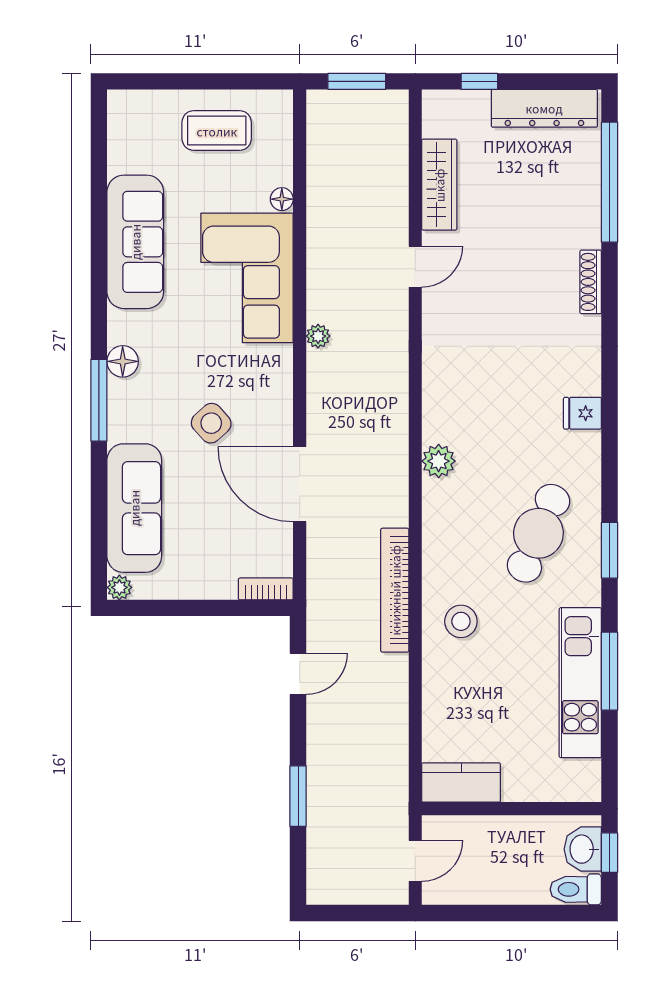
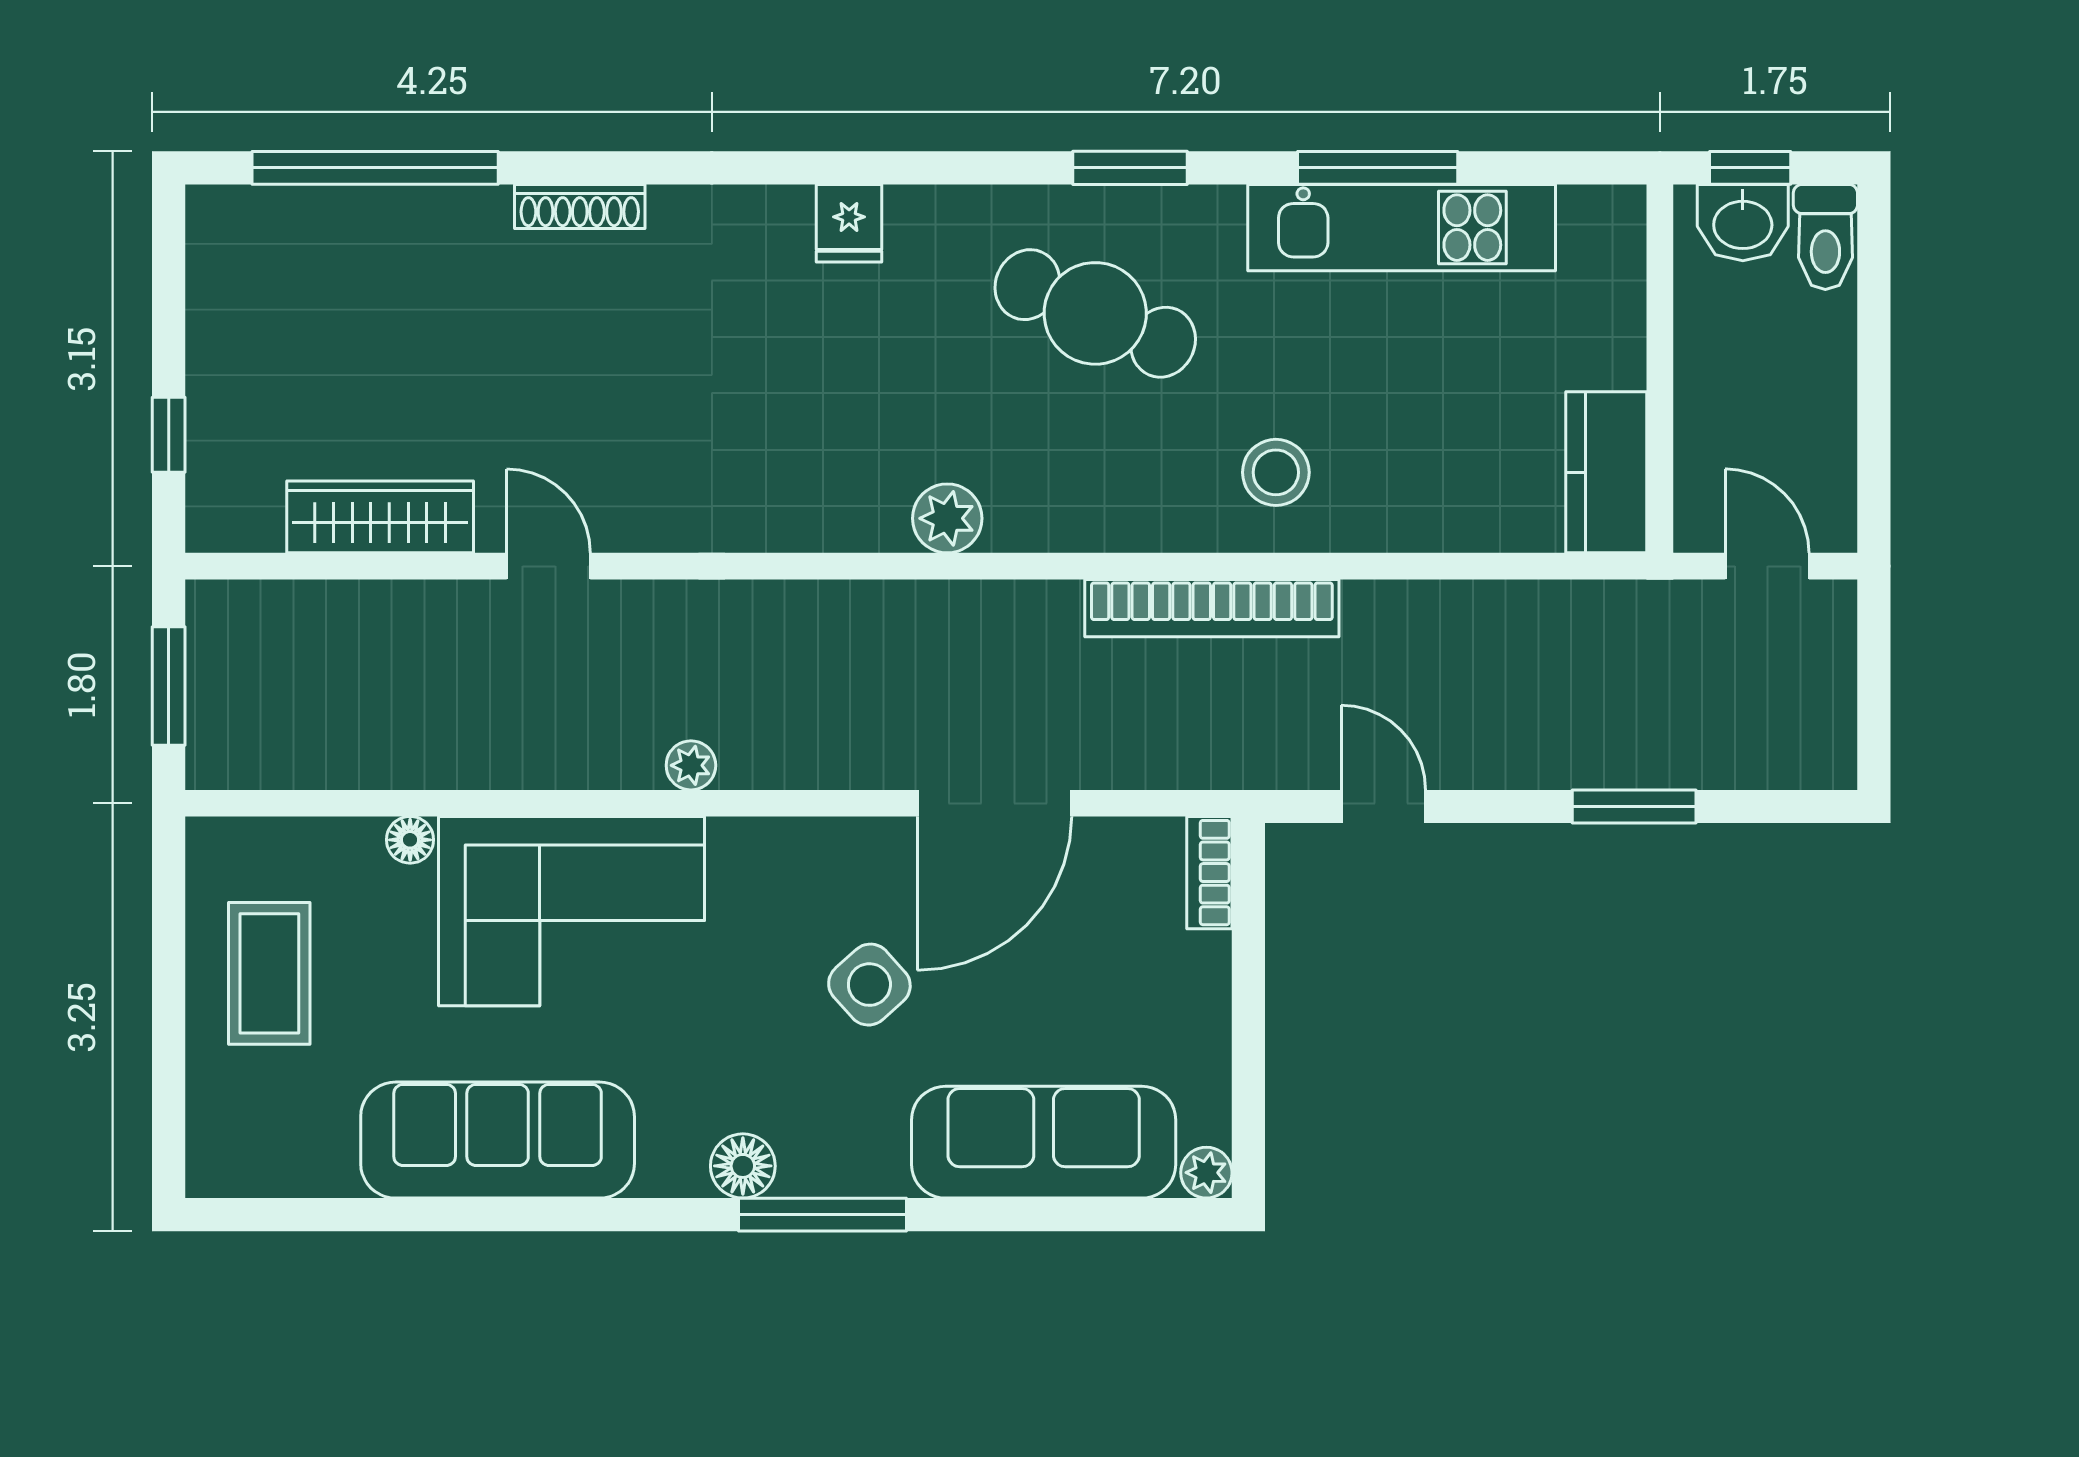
dresser: (544, 108) -> (224, 301), removed

